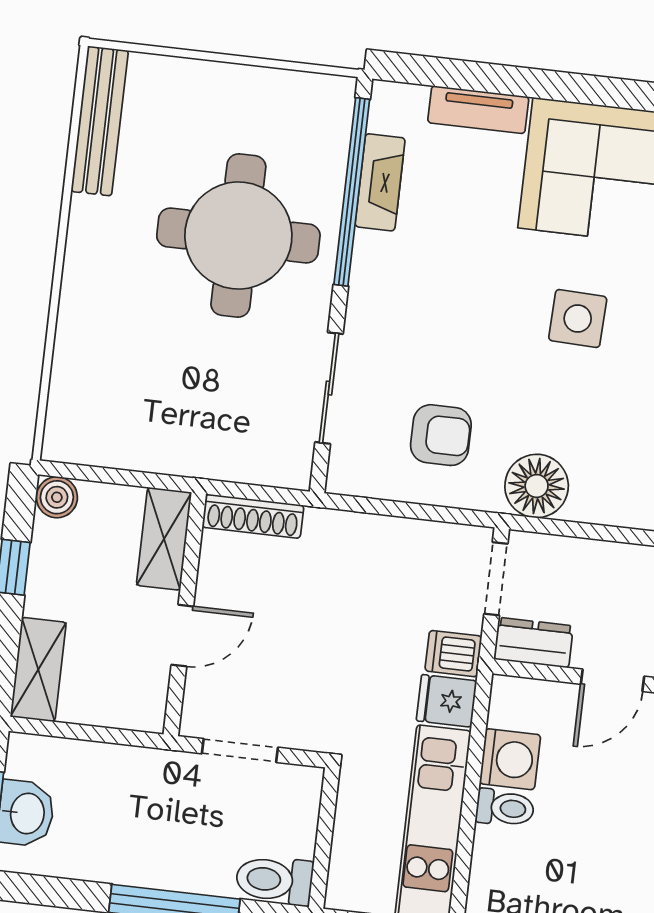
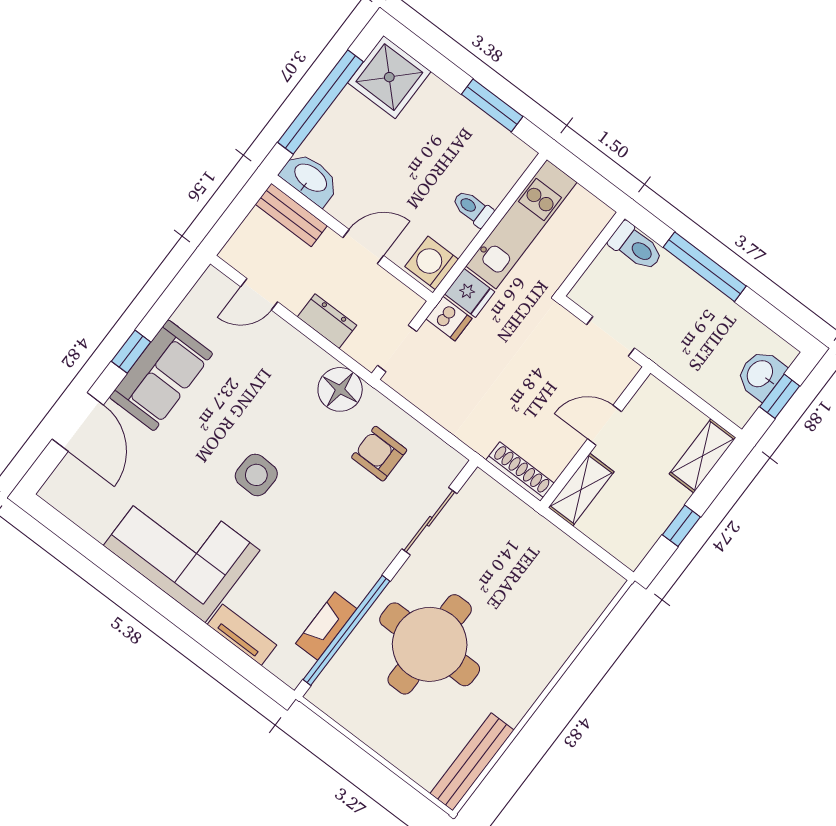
boiler: (57, 497) -> (631, 552), removed
dresser: (534, 643) -> (327, 321), moved, turned 180
washing machine: (510, 759) -> (432, 263), moved

